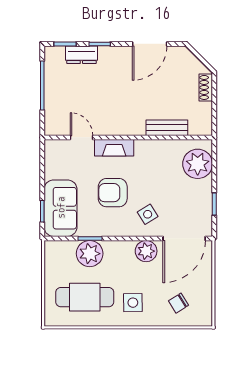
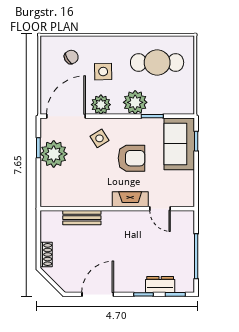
plant: (198, 164) -> (54, 154), moved
plant: (90, 254) -> (135, 102), moved
side table: (133, 303) -> (103, 72), moved

